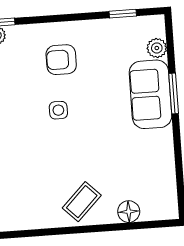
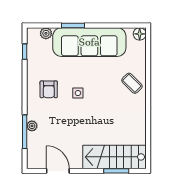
sofa: (150, 94) -> (89, 42), width x1.85, depth x1.27
floor lamp: (129, 212) -> (140, 34), moved

